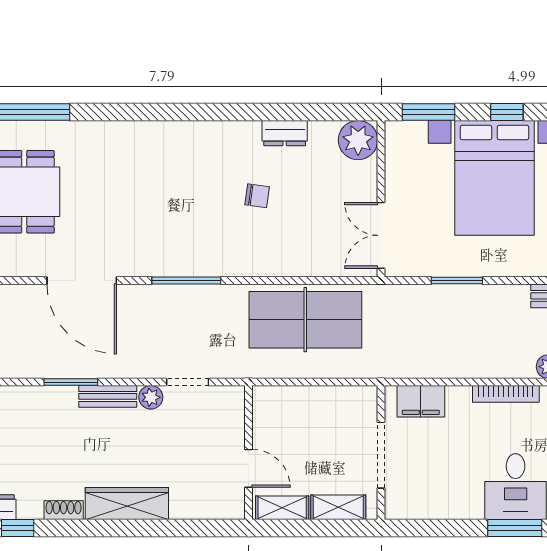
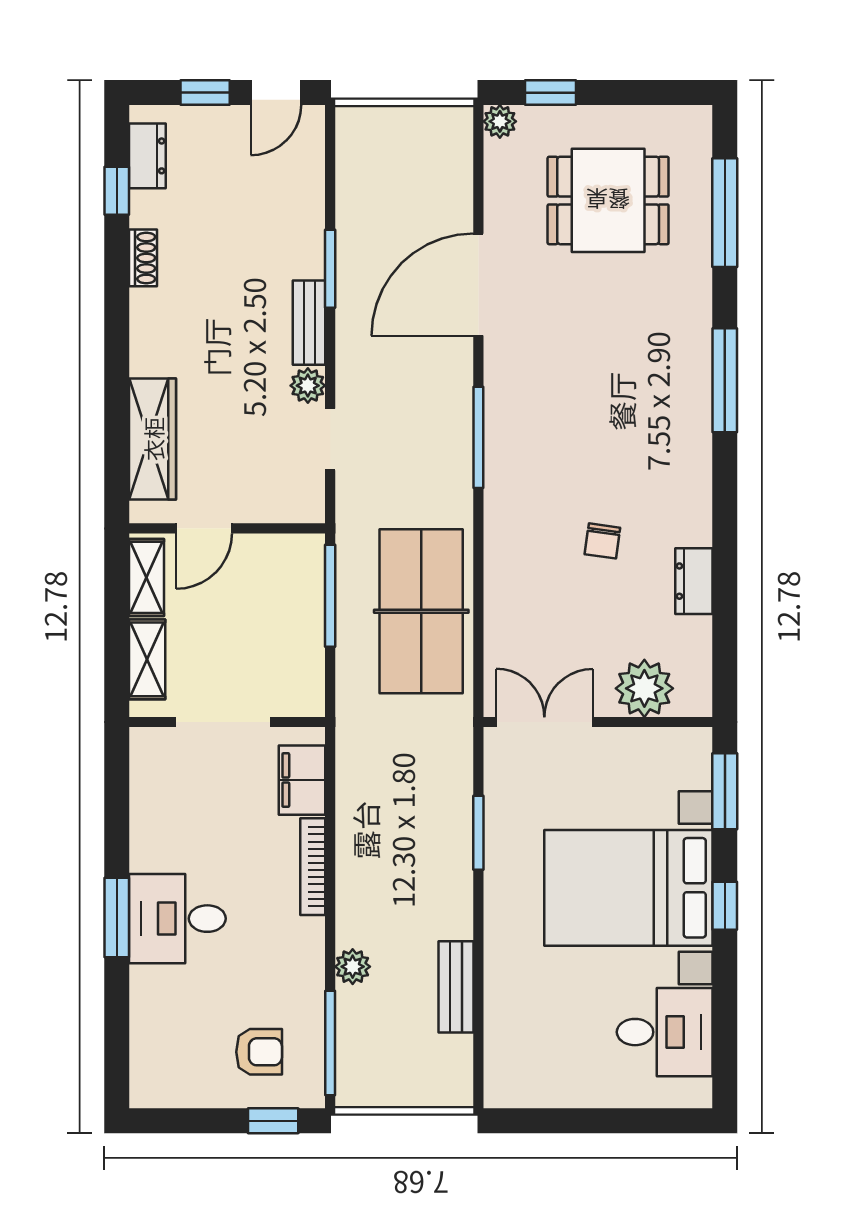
window: (147, 112) -> (725, 380), added
plant: (358, 140) -> (644, 688), moved
window: (295, 382) -> (330, 596), added
bookcase: (506, 394) -> (313, 867), moved
wardrobe: (127, 504) -> (153, 439), moved

